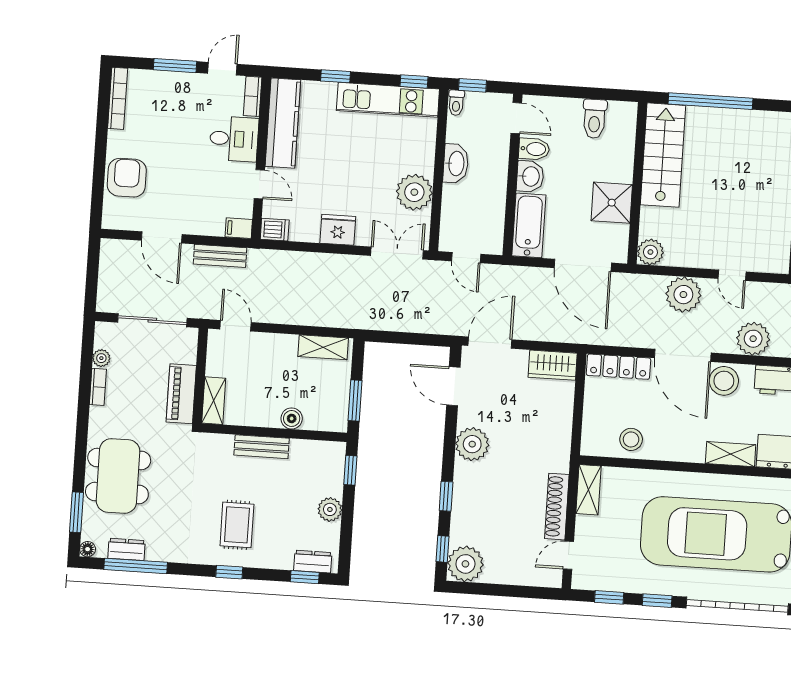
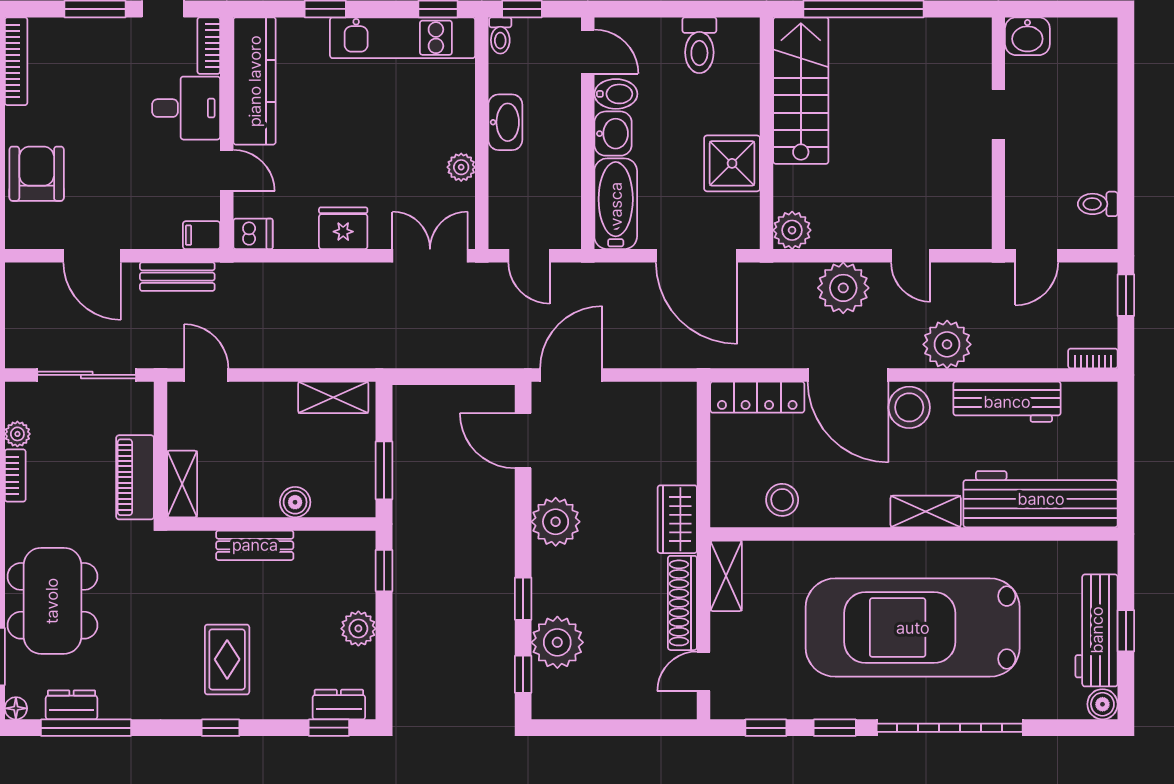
plant: (414, 192) -> (461, 167), width x0.53, depth x0.53
wardrobe: (553, 365) -> (677, 519), moved, turned 90
plant: (465, 564) -> (557, 642), moved

